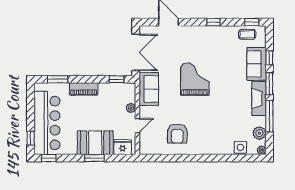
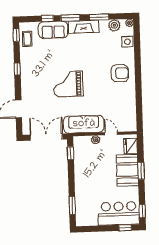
piano: (84, 89) -> (80, 182), removed
sofa: (149, 89) -> (84, 124), width x1.36
window: (269, 116) -> (99, 17), width x0.69
bar counter: (47, 123) -> (119, 213), width x0.73
armchair: (177, 134) -> (120, 73), moved

